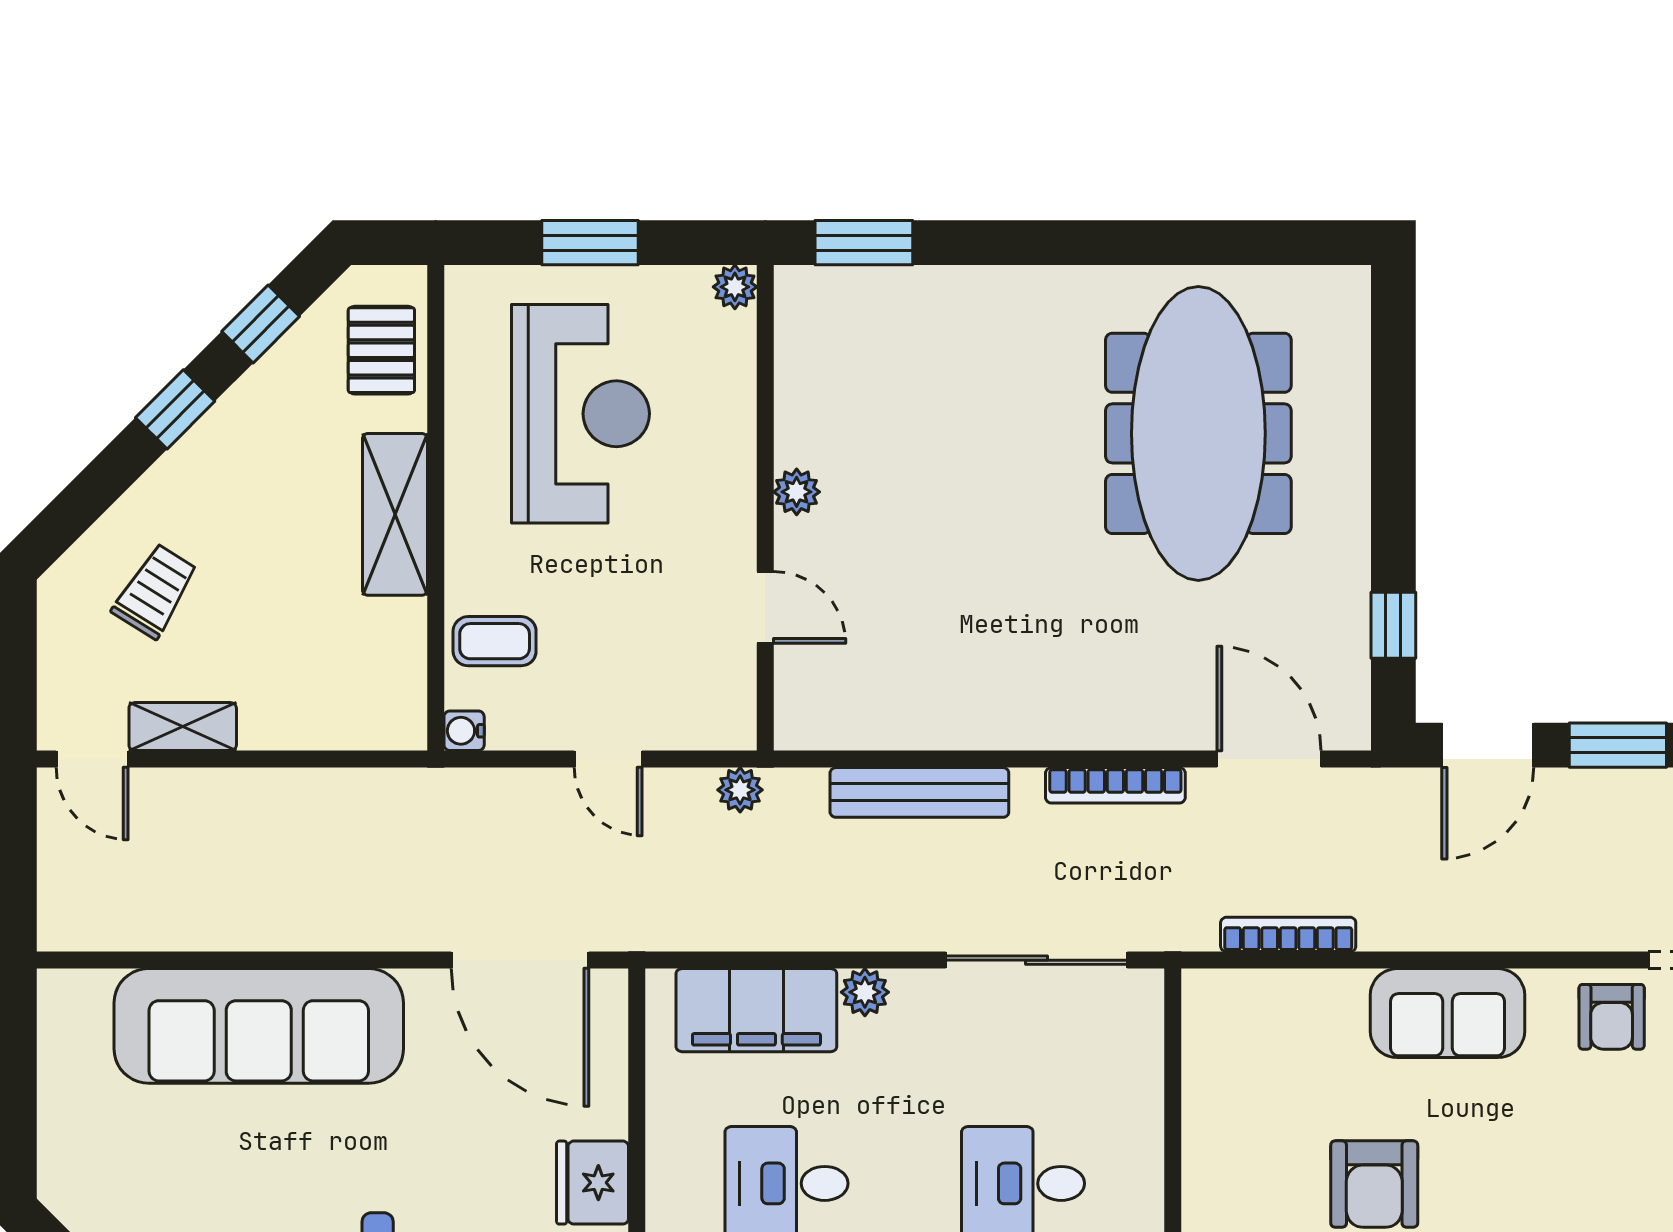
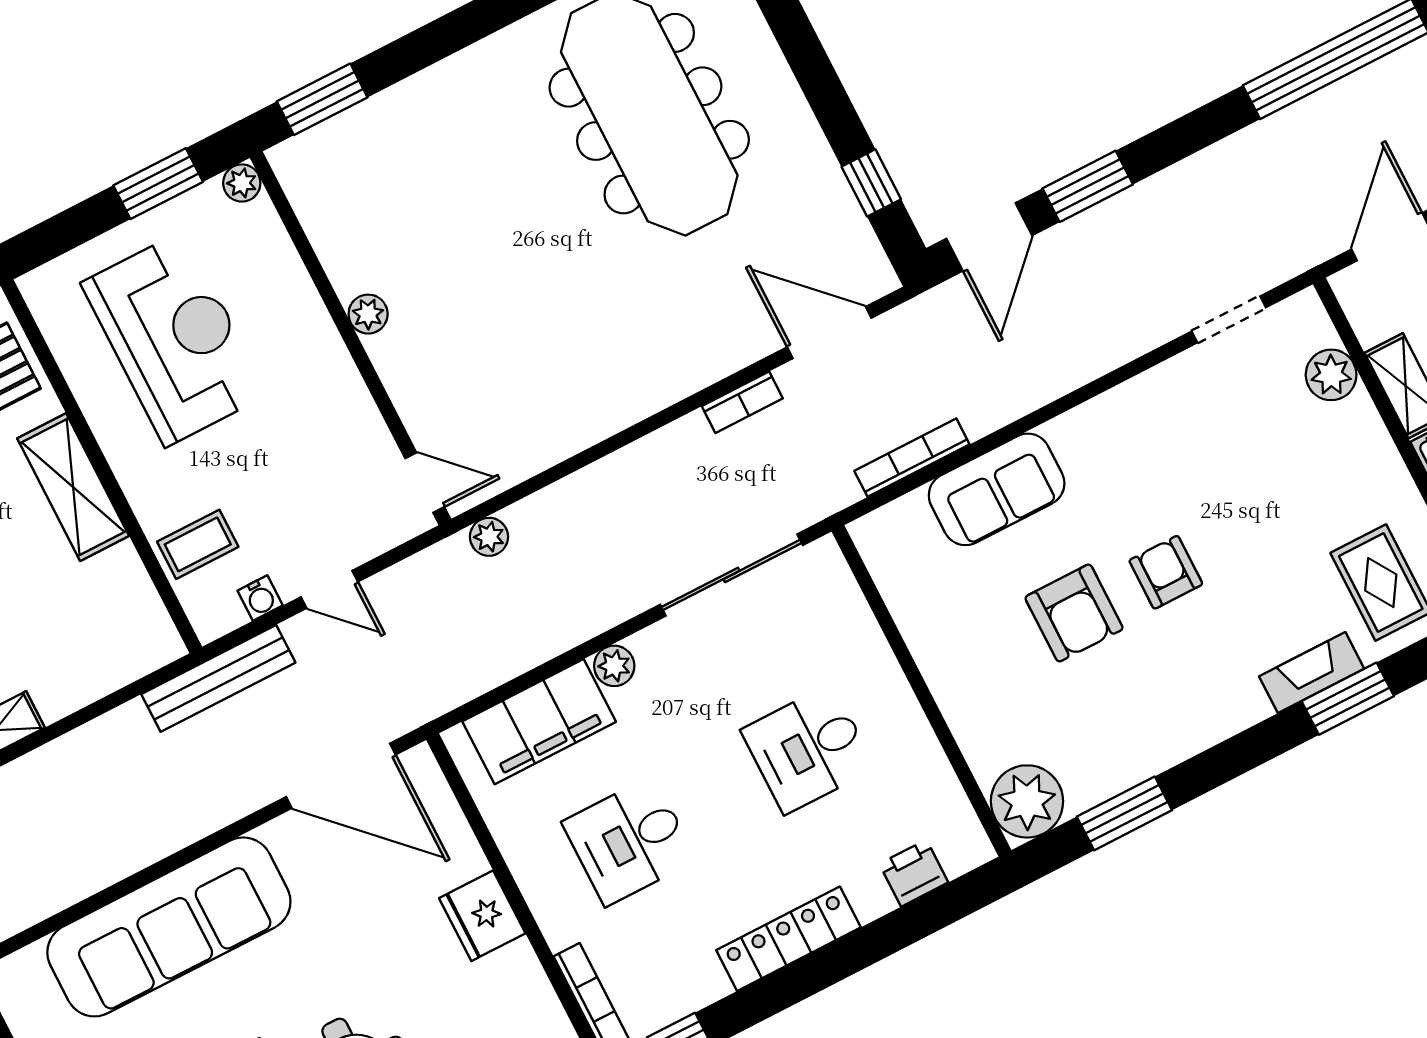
window: (590, 243) -> (158, 184), moved
door: (765, 607) -> (425, 483), moved
water cooler: (464, 731) -> (260, 598), moved, turned -90
bookcase: (1115, 785) -> (742, 402), width x0.64
plant: (740, 790) -> (489, 537), moved
bench: (919, 792) -> (218, 678), moved
sofa: (1448, 1013) -> (997, 489), moved
armchair: (1612, 1017) -> (1166, 572), moved, turned 180

